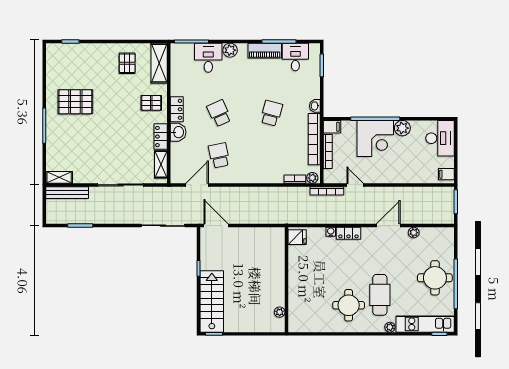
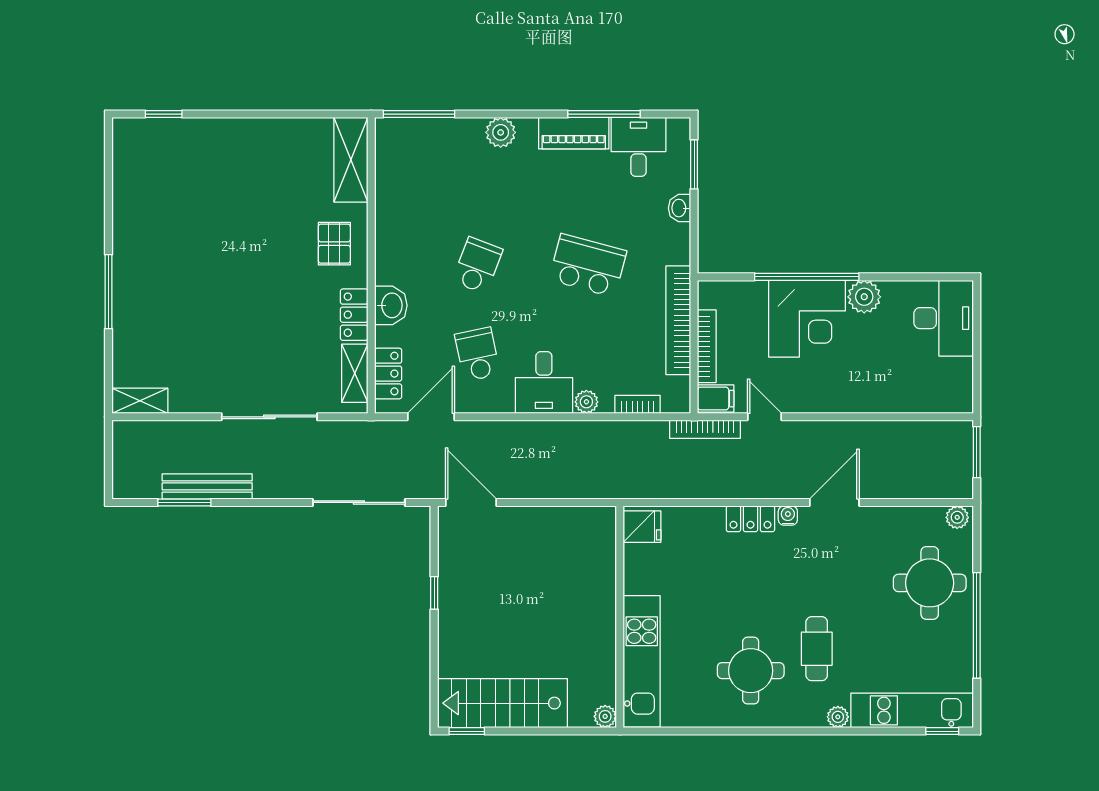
desk: (208, 58) -> (544, 382), moved, turned 180
pallet: (127, 63) -> (283, 160), removed
pallet: (75, 102) -> (174, 241), removed
pallet: (151, 103) -> (334, 244), turned 90
washbasin: (315, 106) -> (680, 208), moved
locker: (177, 109) -> (388, 374), moved
school desk: (219, 113) -> (477, 265), turned 45
school desk: (271, 113) -> (588, 265), width x1.85
filing cabinet: (332, 127) -> (716, 399), moved
filing cabinet: (446, 174) -> (957, 394), removed
plant: (312, 178) -> (586, 402), moved
bench: (67, 193) -> (207, 486), moved
water cooler: (331, 232) -> (788, 516), moved
plant: (414, 233) -> (957, 517), moved
round table: (435, 278) -> (930, 583), moved
cafe table: (380, 295) -> (817, 649), width x0.73, depth x0.74
stairs: (212, 301) -> (502, 703), moved, turned -90
kitchen unit: (297, 301) -> (642, 661), added
plant: (280, 312) -> (605, 716), moved

